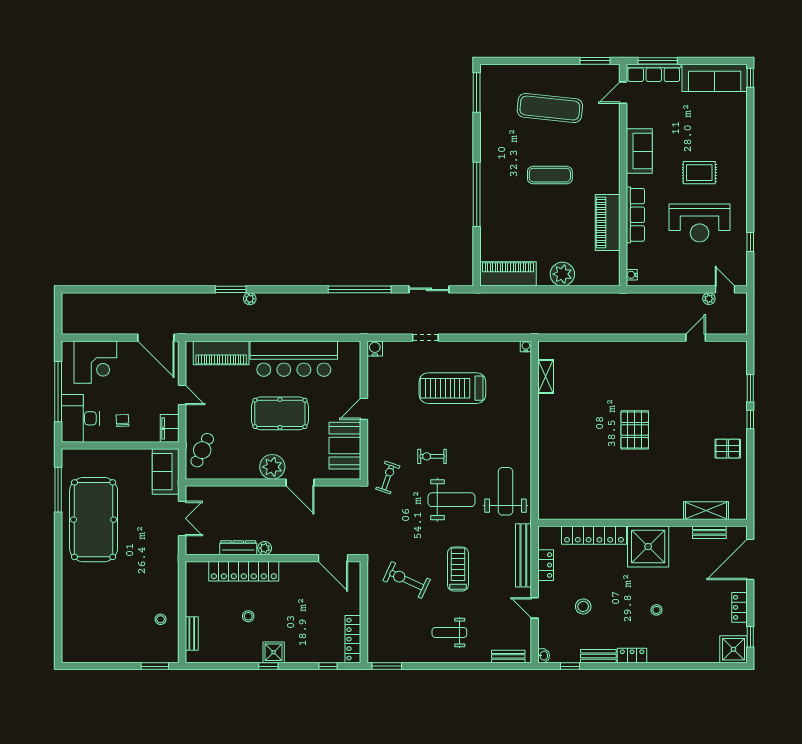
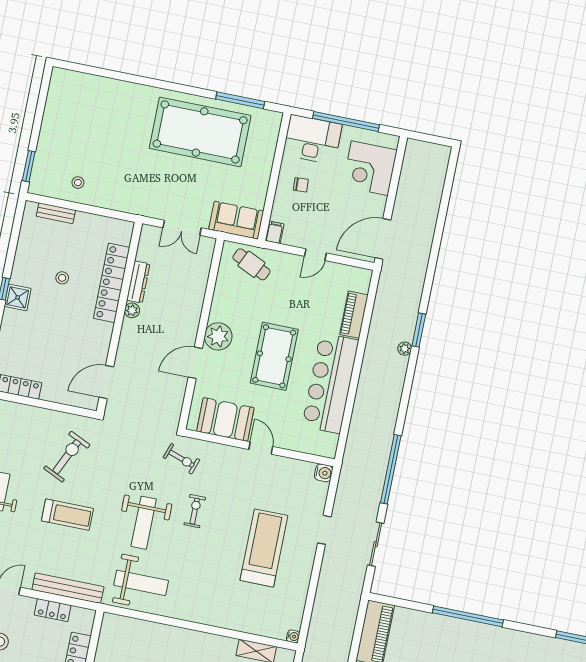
piano: (221, 353) -> (354, 315), width x0.73, depth x0.75
filing cabinet: (170, 428) -> (275, 232), width x0.50

